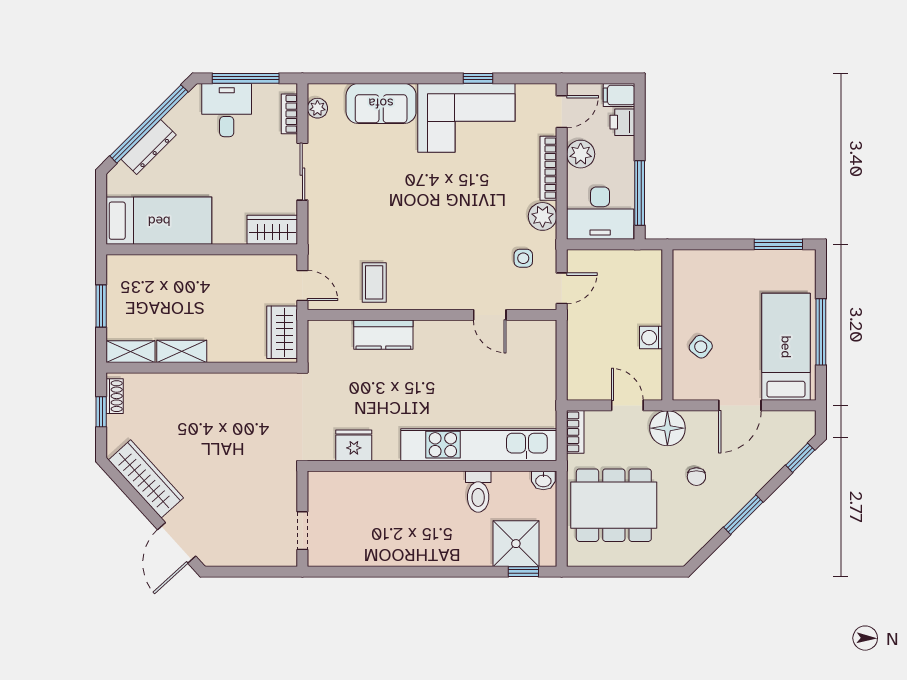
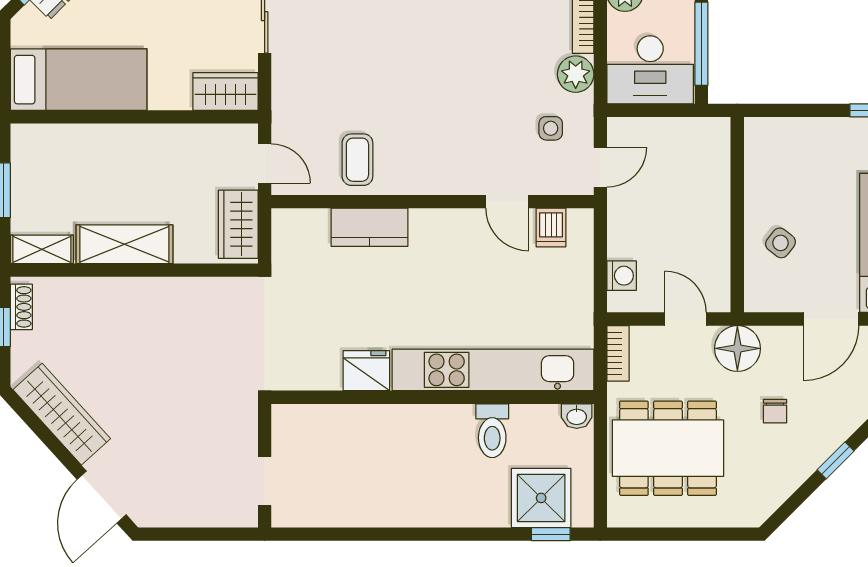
dishwasher: (524, 335) -> (551, 227), added
washing machine: (651, 338) -> (622, 276), moved, turned 180
shelving: (182, 351) -> (124, 244), width x1.50, depth x1.33
fridge: (354, 445) -> (366, 371), moved
window: (743, 515) -> (836, 460), width x0.67

